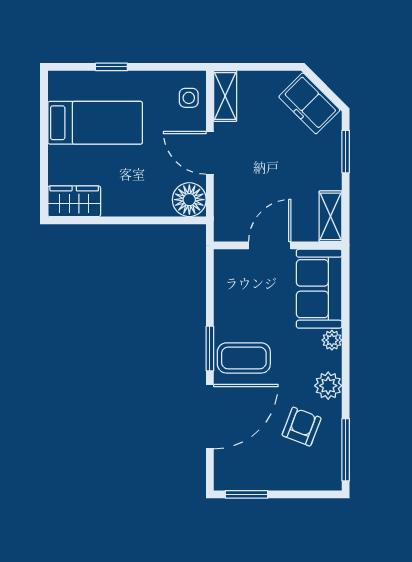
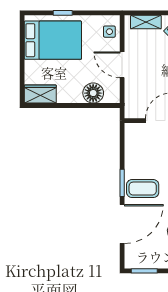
shelving: (225, 96) -> (146, 22), moved, turned 90
bed: (95, 123) -> (53, 40), width x1.50
floor lamp: (189, 200) -> (93, 93), moved

